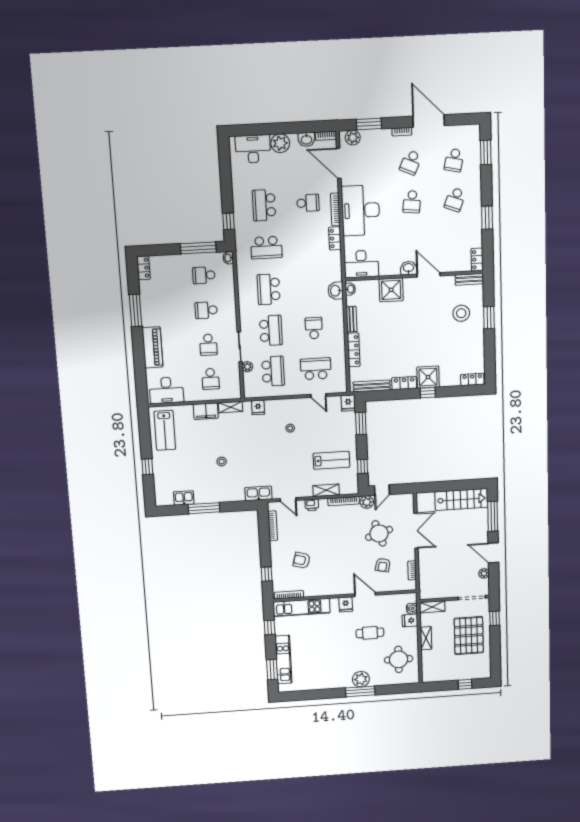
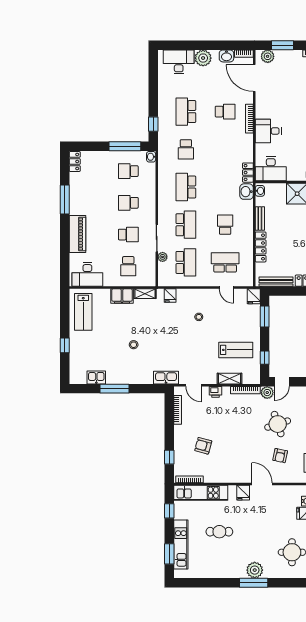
desk: (361, 210) -> (268, 131), width x0.53, depth x0.77
locker: (335, 238) -> (248, 173), moved
school desk: (266, 248) -> (186, 149), width x0.54
school desk: (208, 345) -> (128, 235), turned -90
cafe table: (370, 633) -> (219, 532), moved

